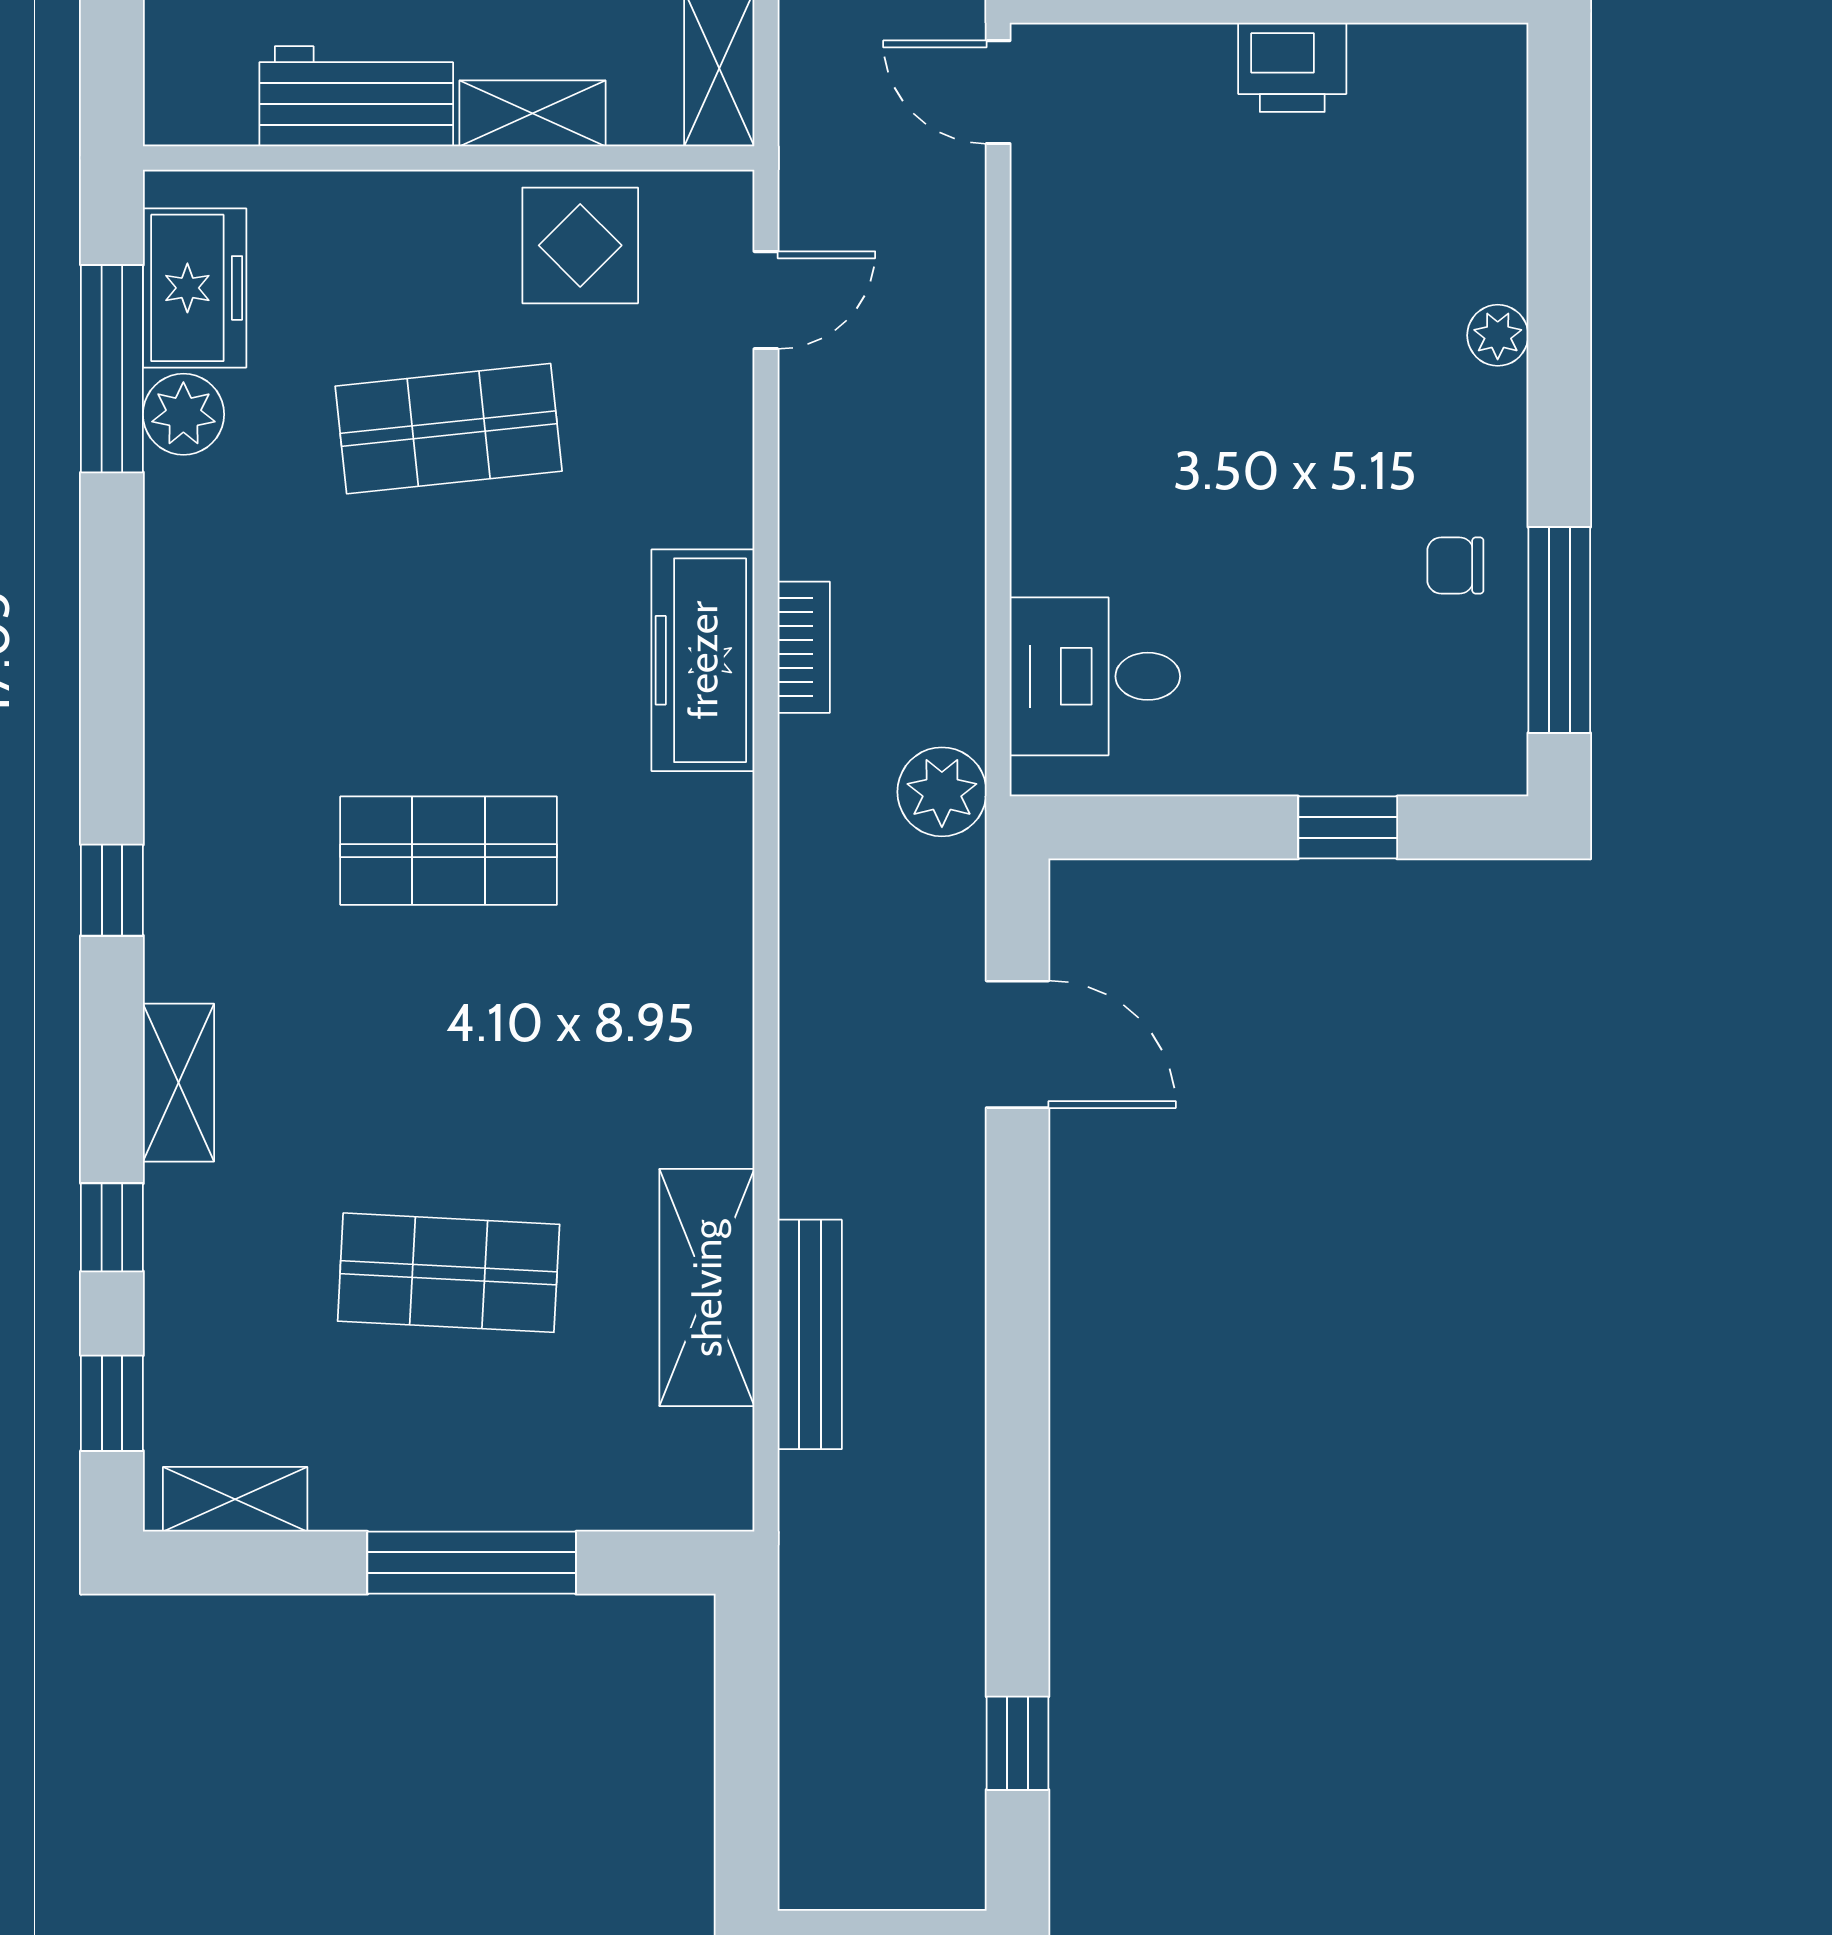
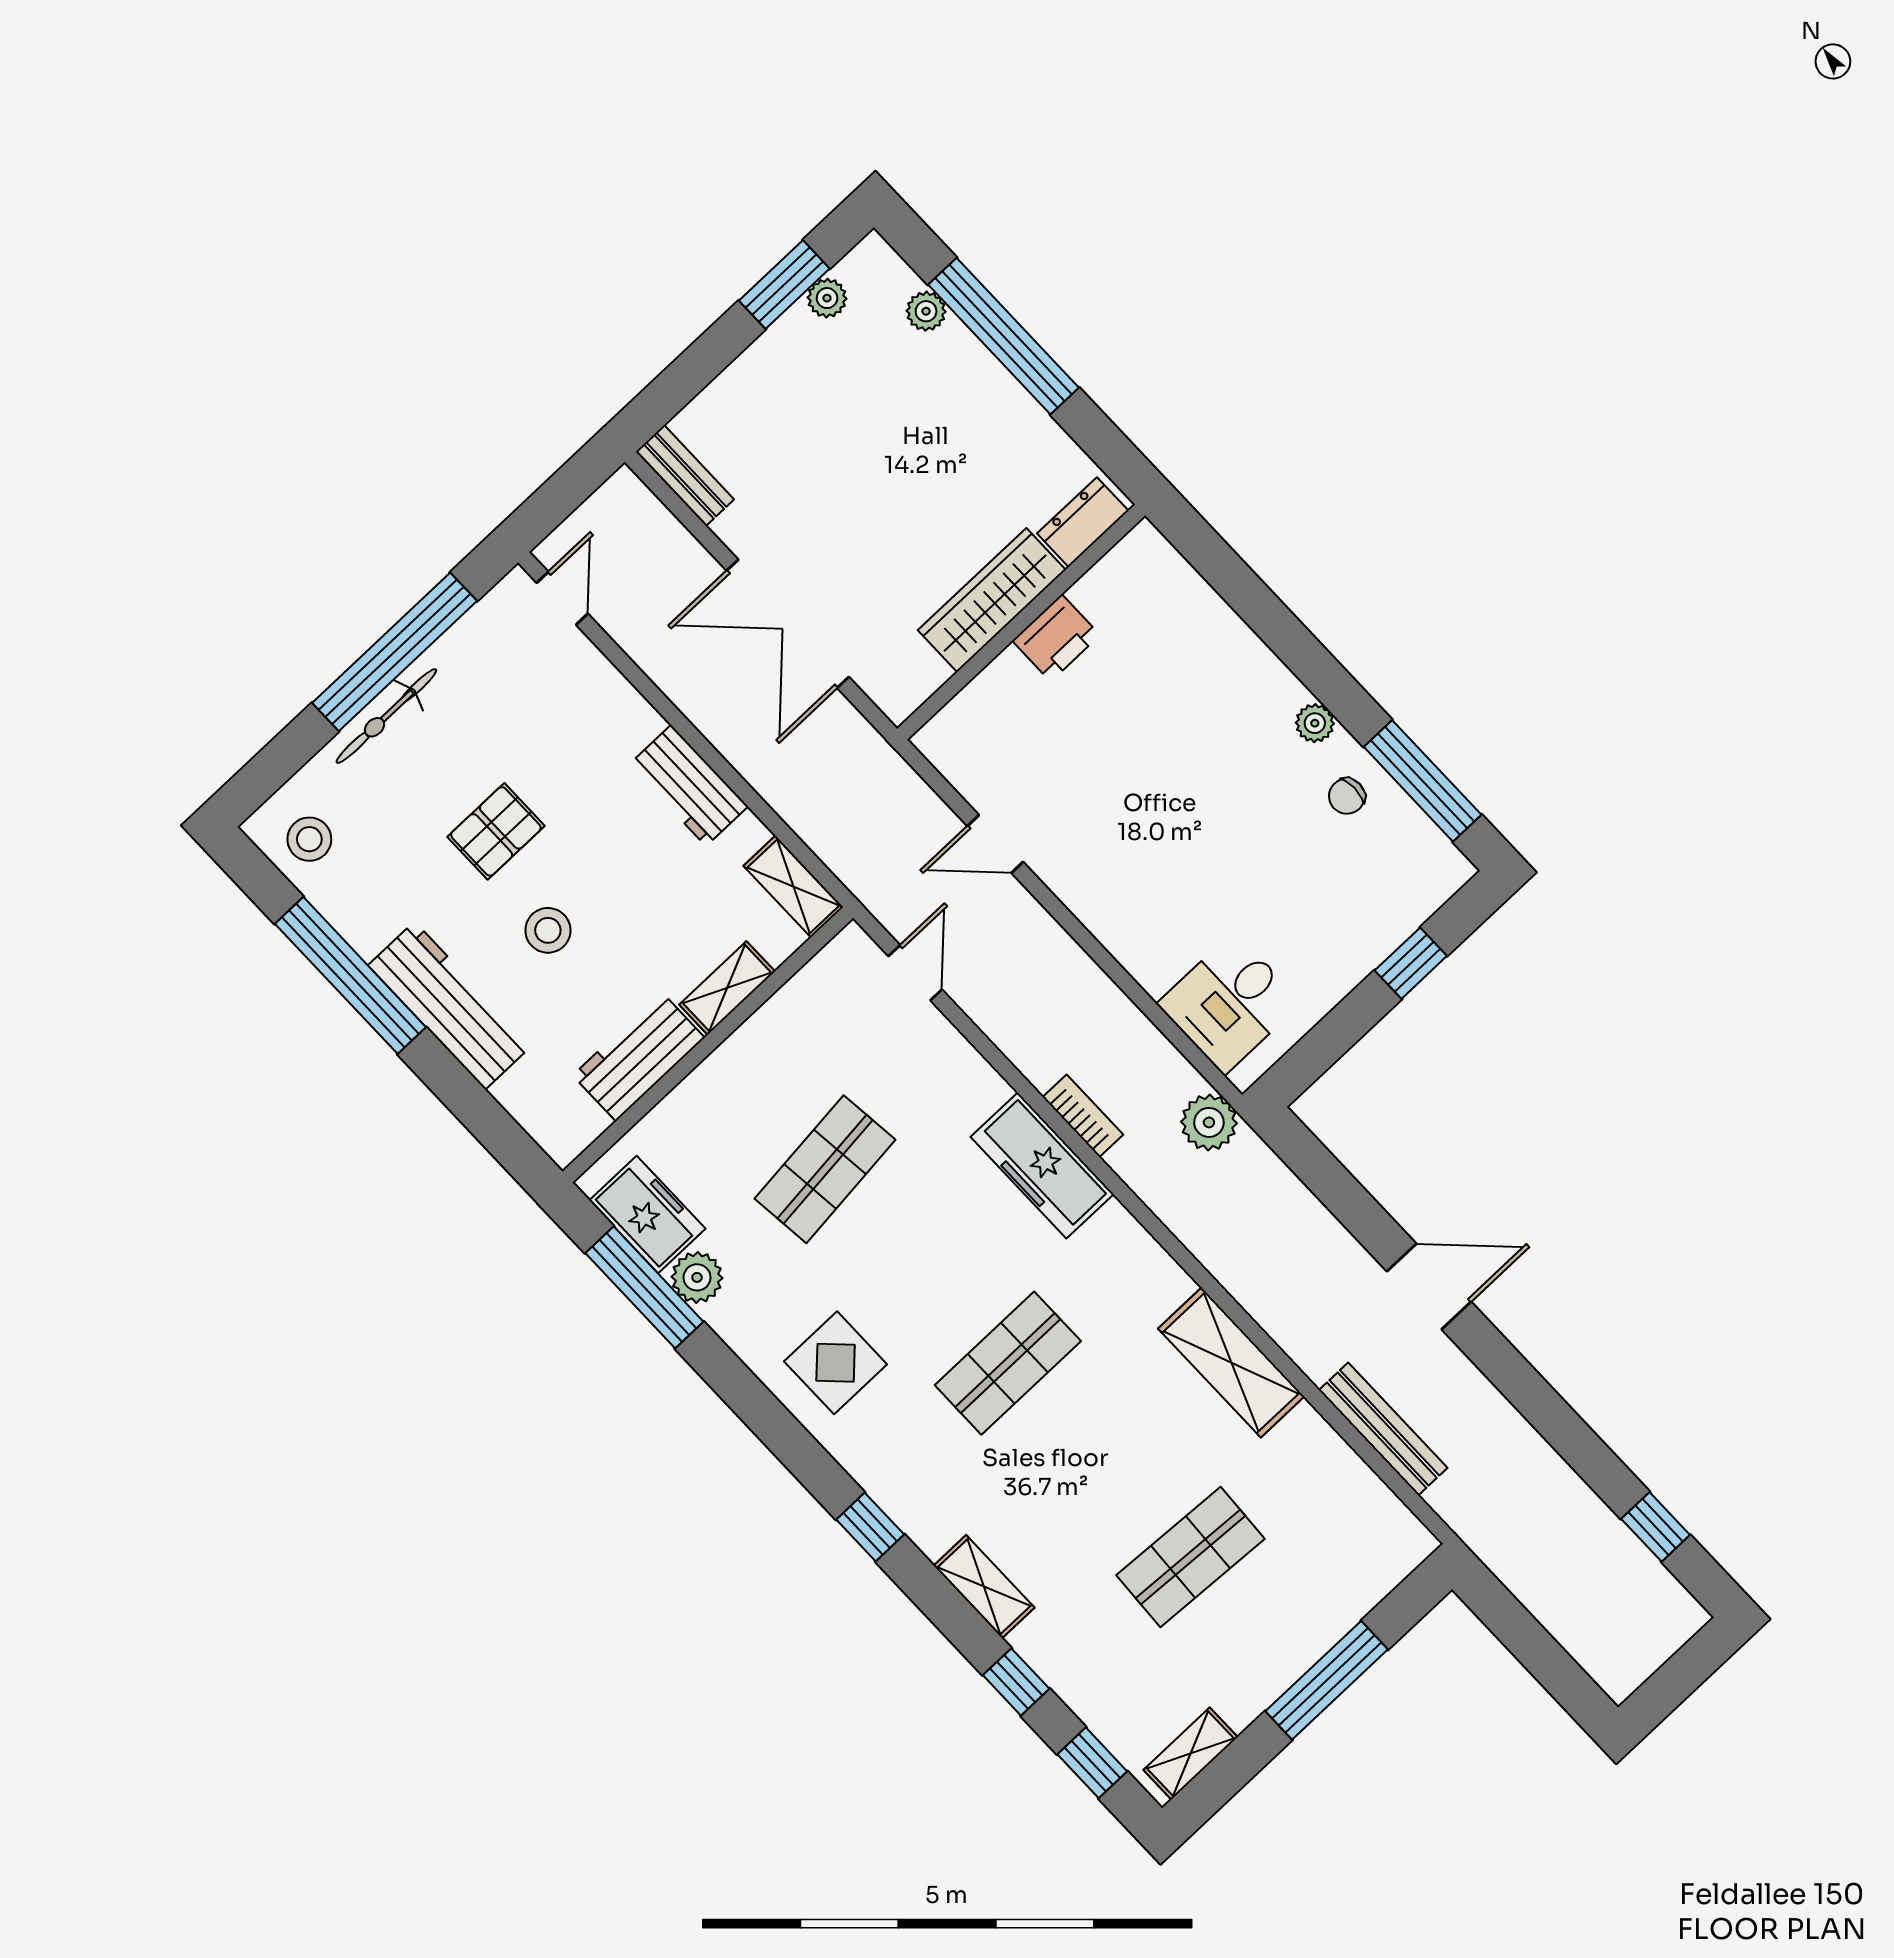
door: (998, 92) -> (995, 844), moved
display table: (580, 245) -> (836, 1363), moved
plant: (1498, 335) -> (1315, 723), moved
door: (1017, 1044) -> (1429, 1286), moved
shelving: (707, 1288) -> (1231, 1363), moved

